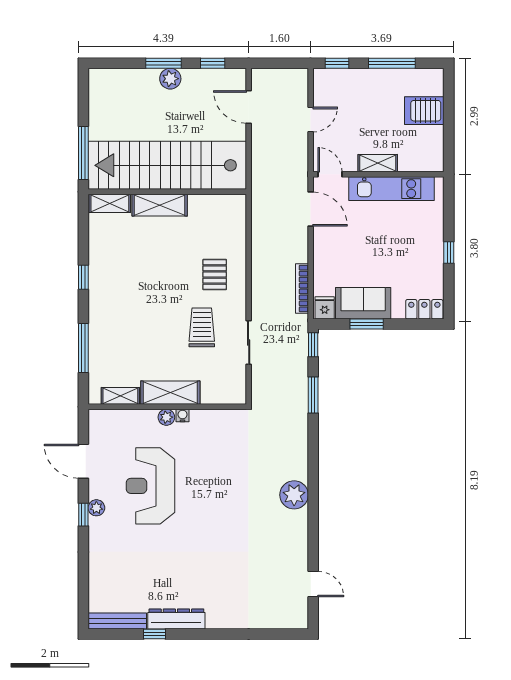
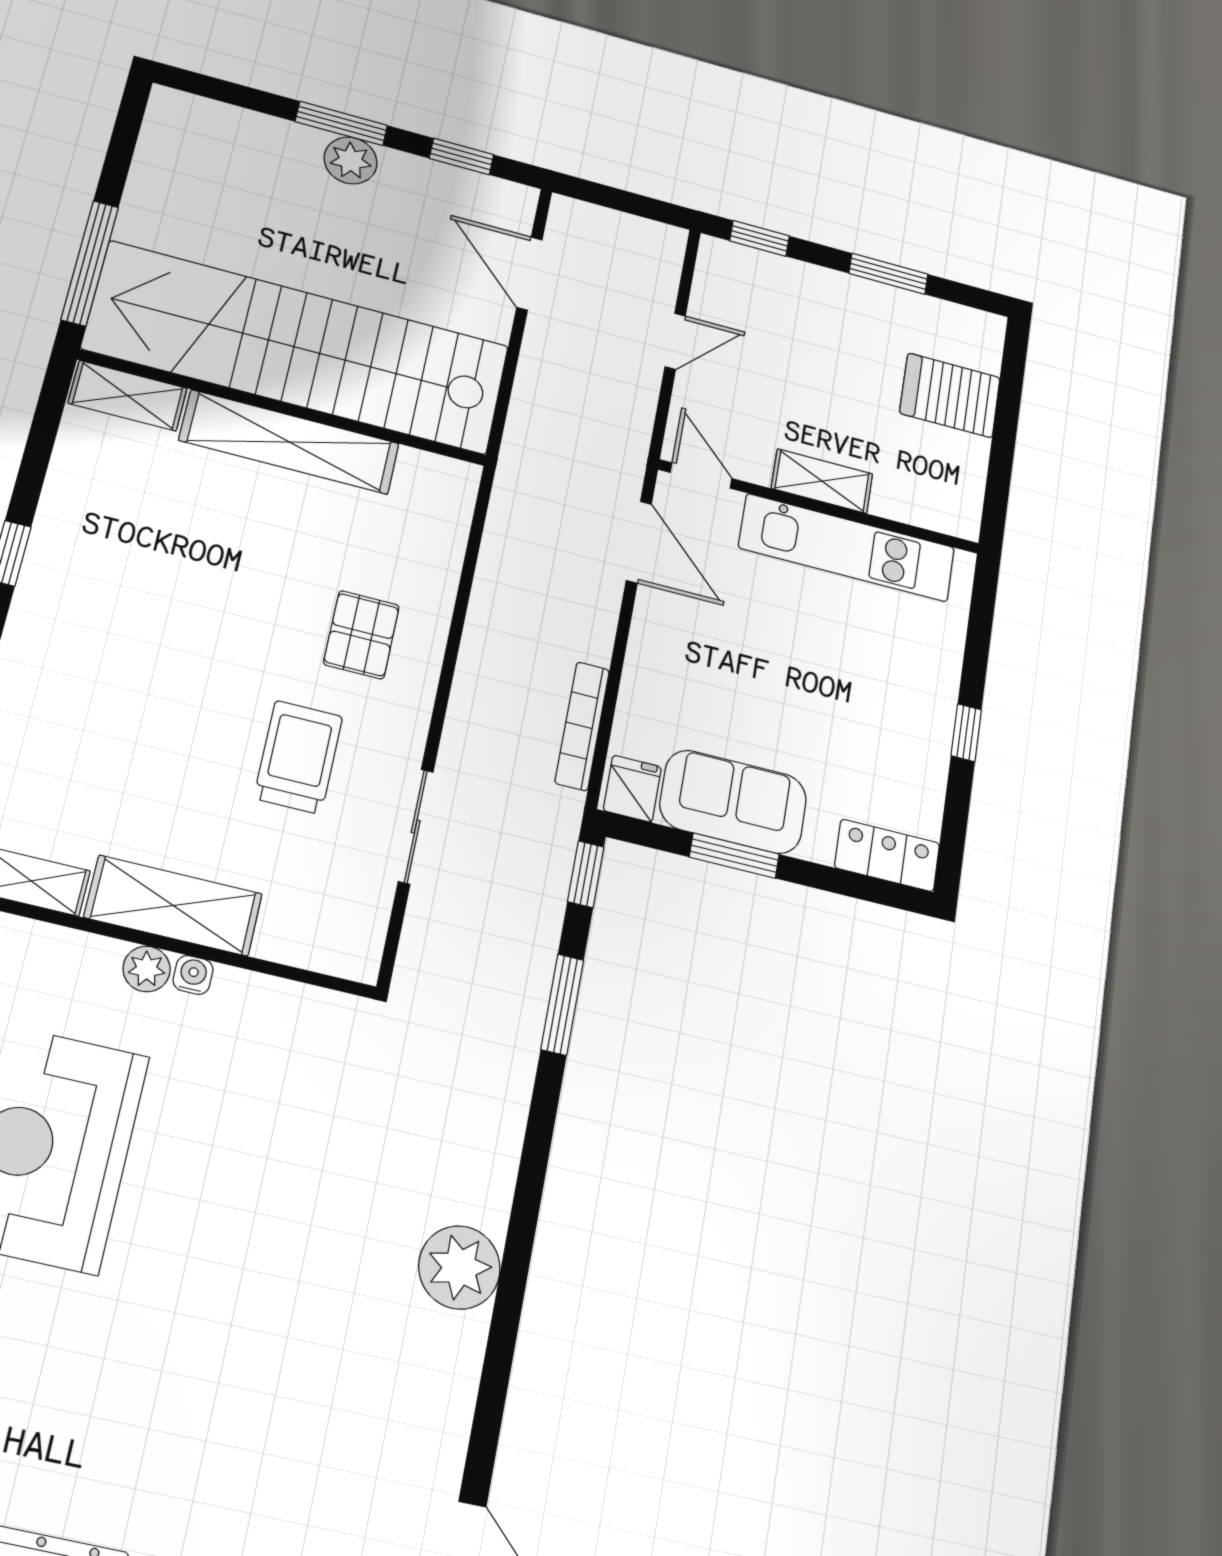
window: (392, 63) -> (888, 274), width x0.69
shelving: (160, 205) -> (289, 442), width x1.47

